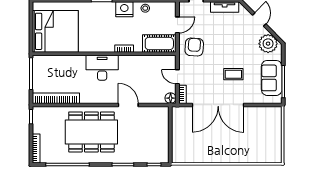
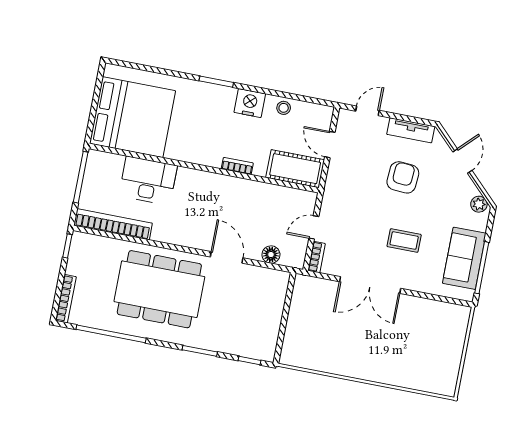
door: (177, 25) -> (330, 145), swing flipped
plant: (268, 44) -> (479, 204), width x0.53, depth x0.53
armchair: (194, 47) -> (403, 177), moved
desk: (102, 68) -> (148, 181), moved
door: (177, 77) -> (314, 227), hinge flipped
floor lamp: (171, 98) -> (271, 255), moved
double door: (218, 105) -> (370, 285), width x0.73

